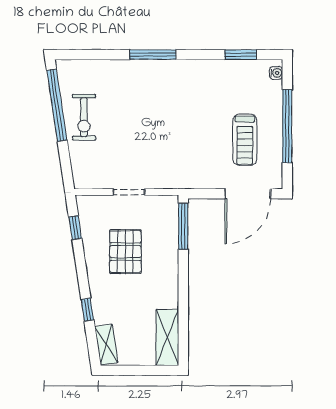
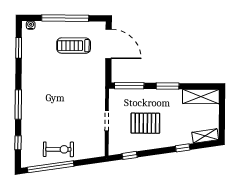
window: (94, 55) -> (18, 143), added
treadmill: (245, 140) -> (74, 46), turned 180
window: (183, 286) -> (168, 86), added

